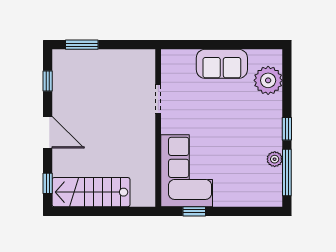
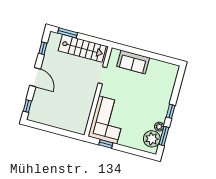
sofa: (222, 64) -> (133, 62), moved
plant: (268, 80) -> (152, 139), moved
window: (287, 172) -> (164, 136), width x0.69
stairs: (91, 192) -> (82, 48), moved, turned 180

